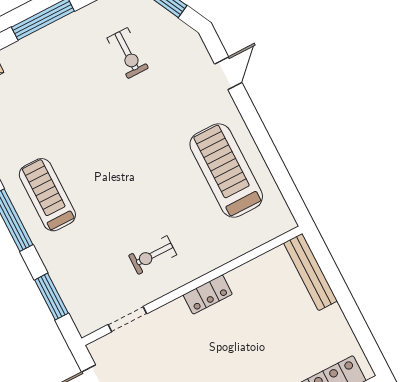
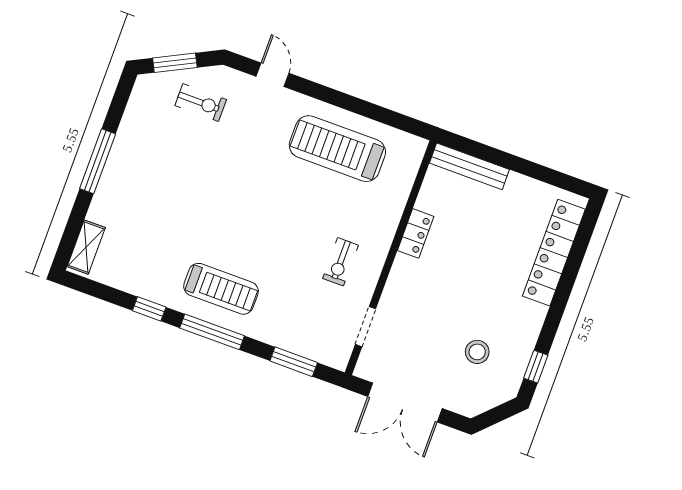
exercise bike: (128, 53) -> (201, 103), moved
treadmill: (47, 195) -> (221, 289), turned 180
locker: (208, 294) -> (416, 233), moved

